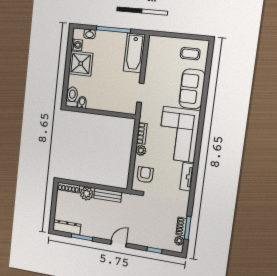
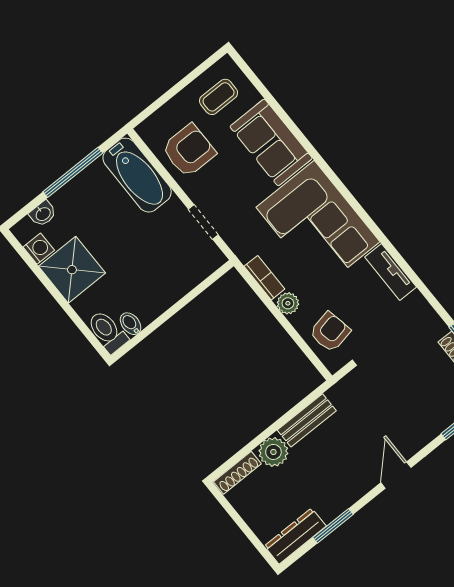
armchair: (160, 62) -> (189, 151), added
armchair: (145, 175) -> (330, 332), turned 79

